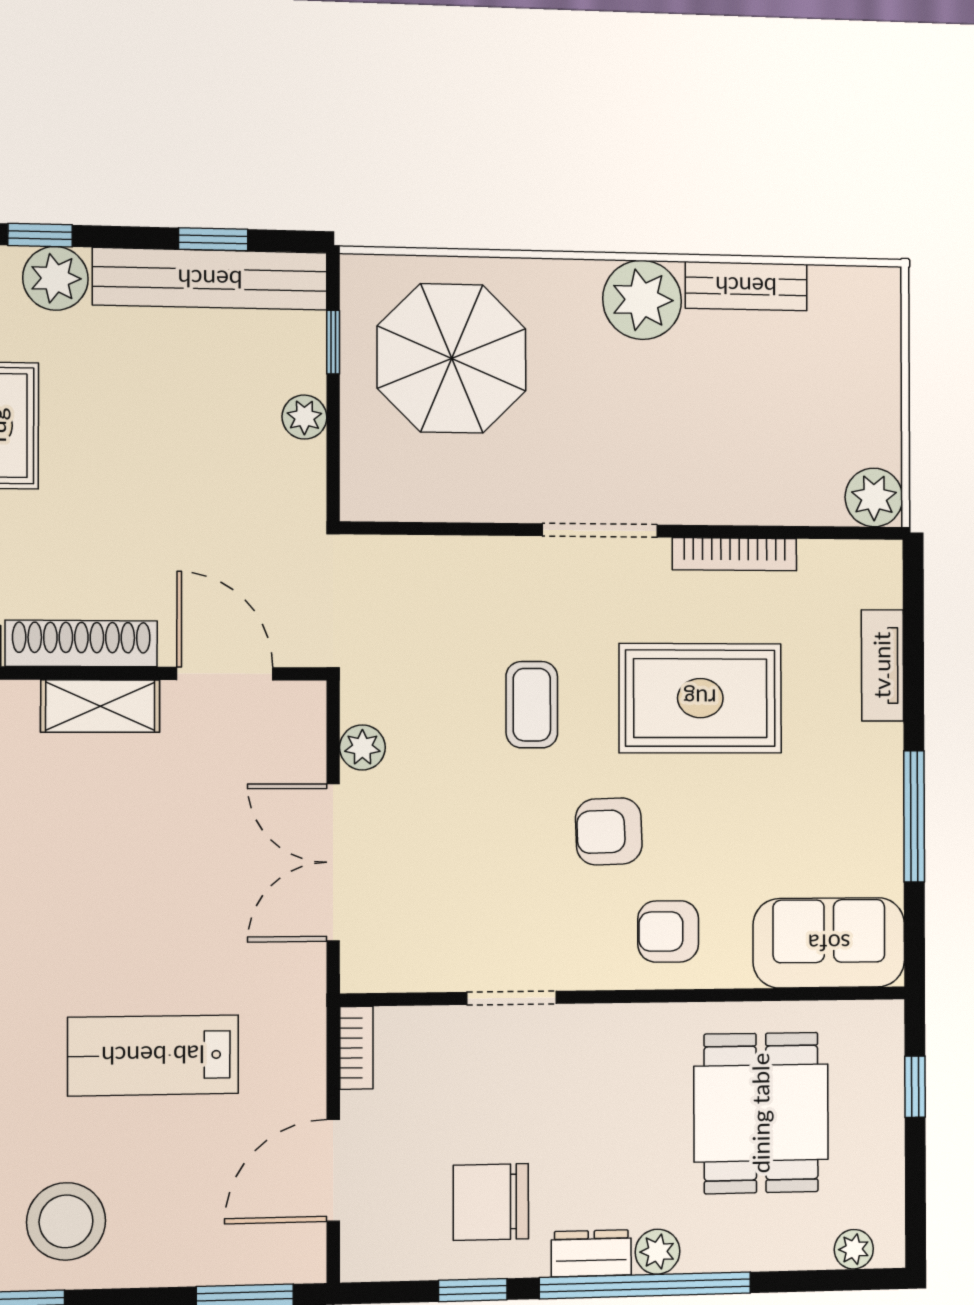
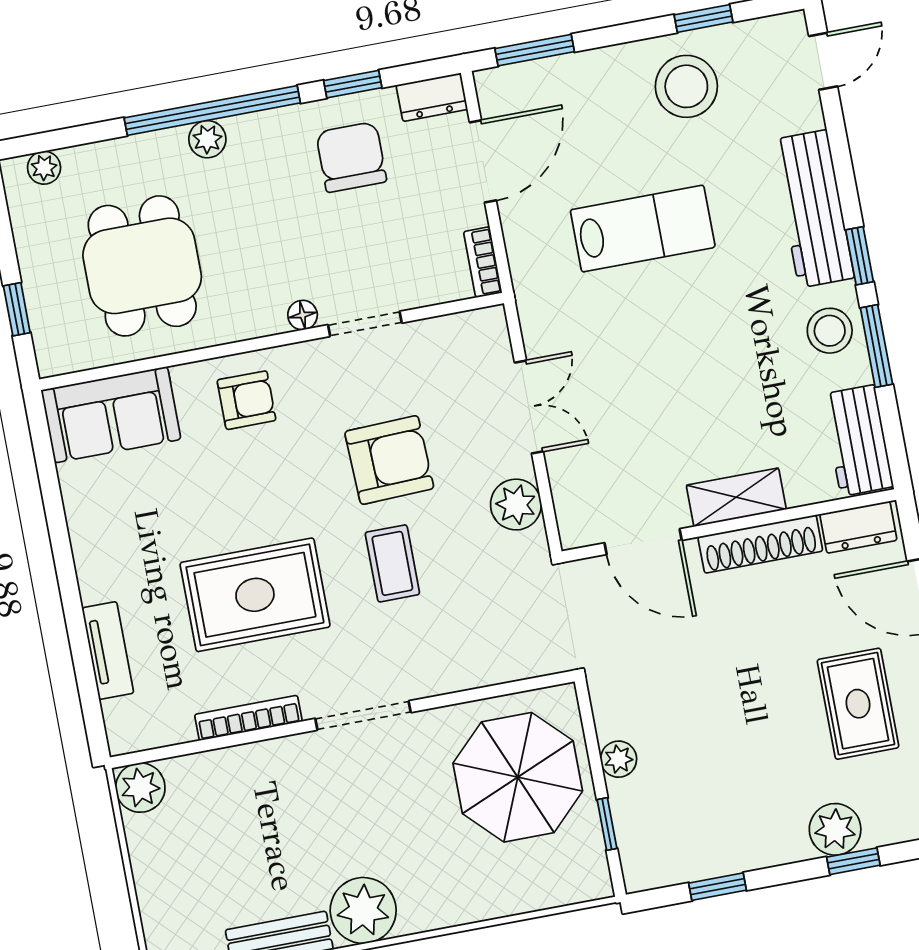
bench: (210, 279) -> (714, 854), removed
parasol: (452, 358) -> (518, 777), moved
plant: (362, 747) -> (516, 505), width x1.38, depth x1.38
window: (914, 816) -> (58, 531), removed
armchair: (609, 831) -> (389, 460), moved, width x1.38, depth x1.38
double door: (333, 862) -> (529, 407), width x0.73
floor lamp: (584, 1021) -> (303, 315), added
chair: (491, 1202) -> (351, 157), turned -90
dresser: (591, 1253) -> (432, 97), moved

